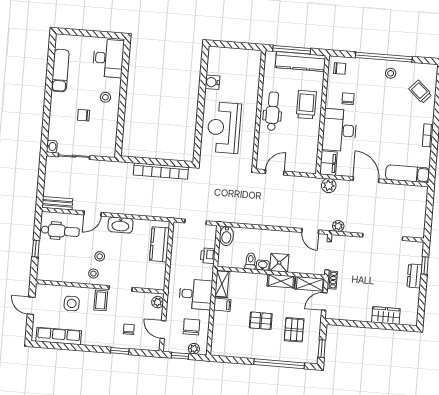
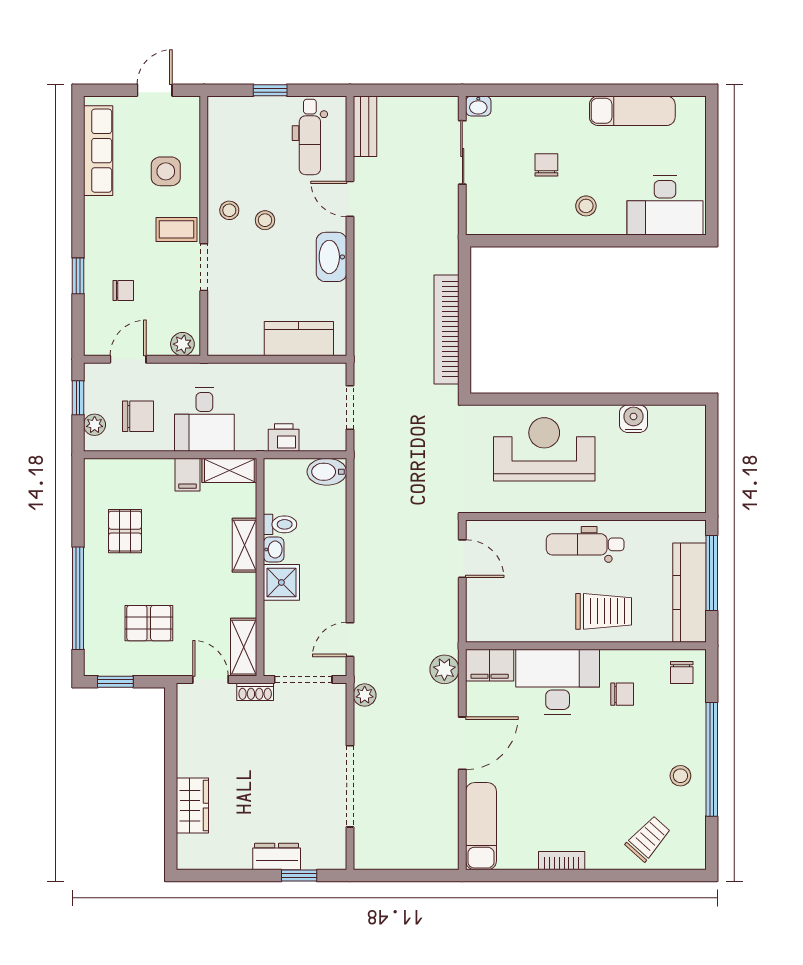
dental chair: (273, 111) -> (585, 544), turned 180
shelving: (281, 281) -> (245, 545), moved
pallet: (261, 321) -> (125, 531), moved

